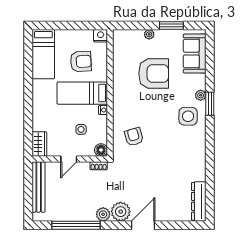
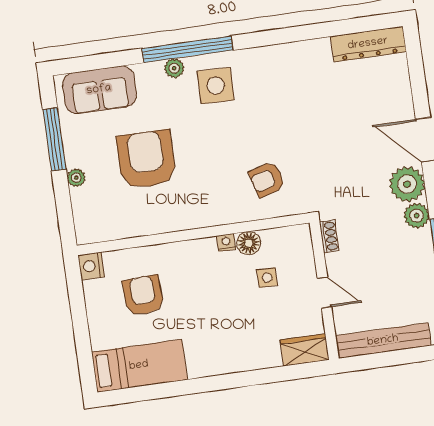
window: (171, 26) -> (54, 139), width x1.44
bed: (82, 93) -> (200, 285), removed
window: (210, 104) -> (187, 49), width x2.11
floor lamp: (101, 150) -> (249, 243), moved

